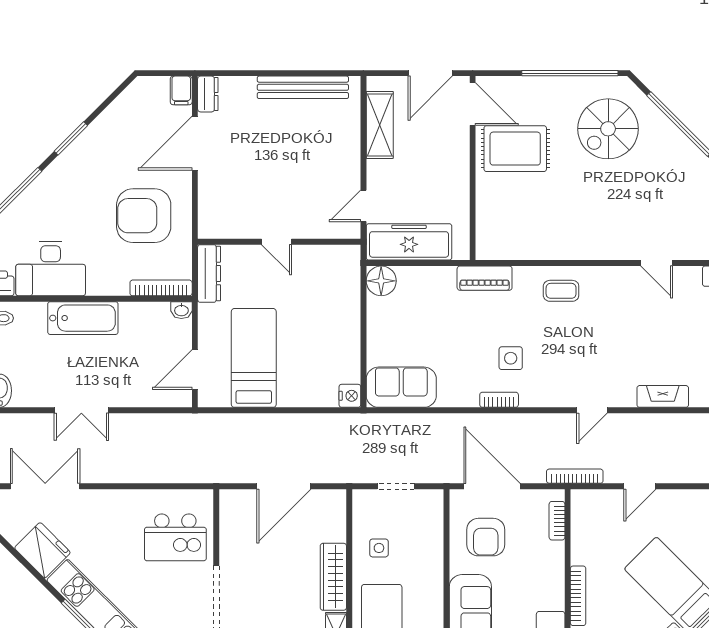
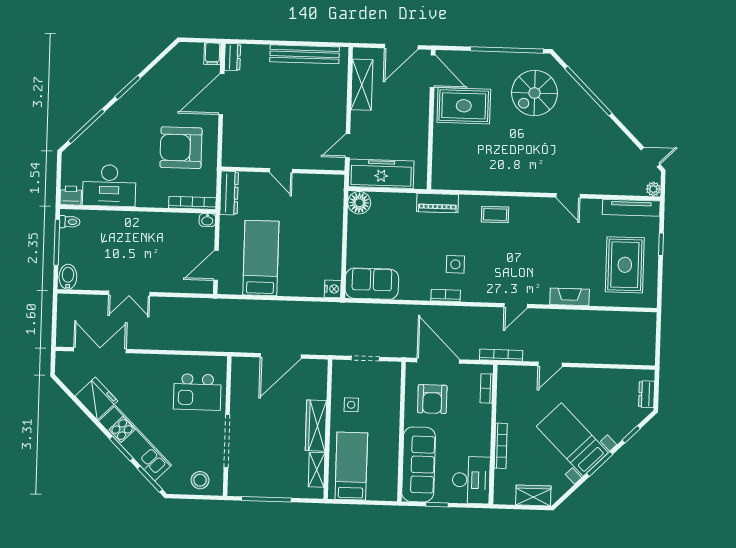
bathtub: (83, 318) -> (133, 224), removed

